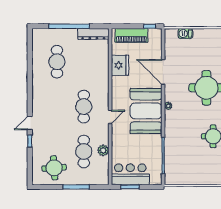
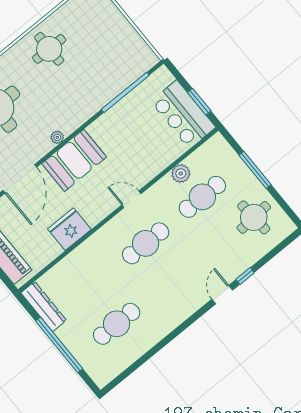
fridge: (120, 65) -> (69, 229), moved
booth: (146, 111) -> (74, 160), width x0.73, depth x0.70
door: (30, 123) -> (222, 295), swing flipped

